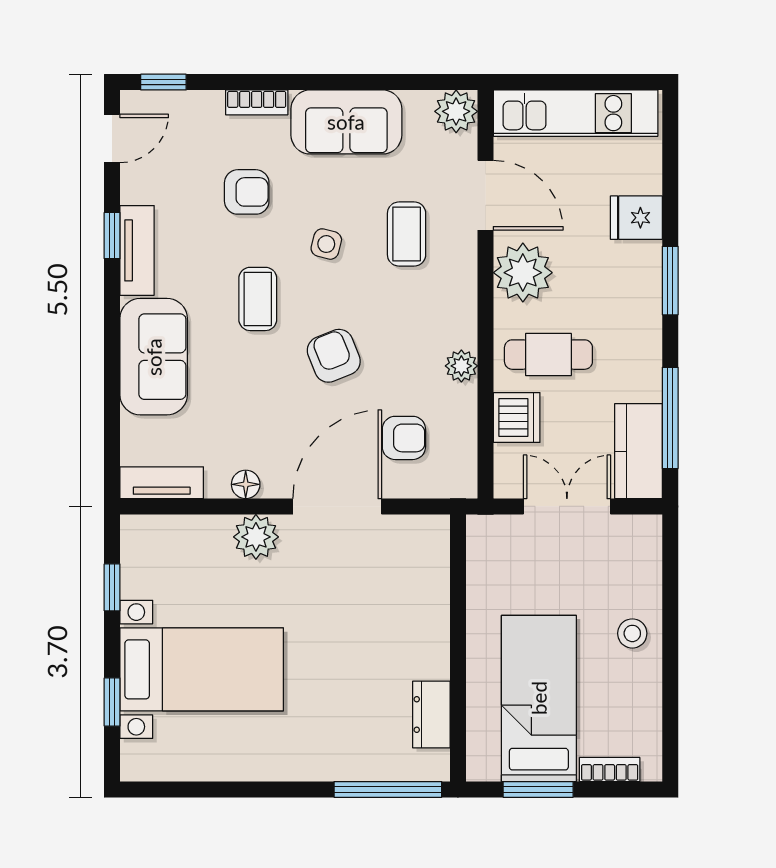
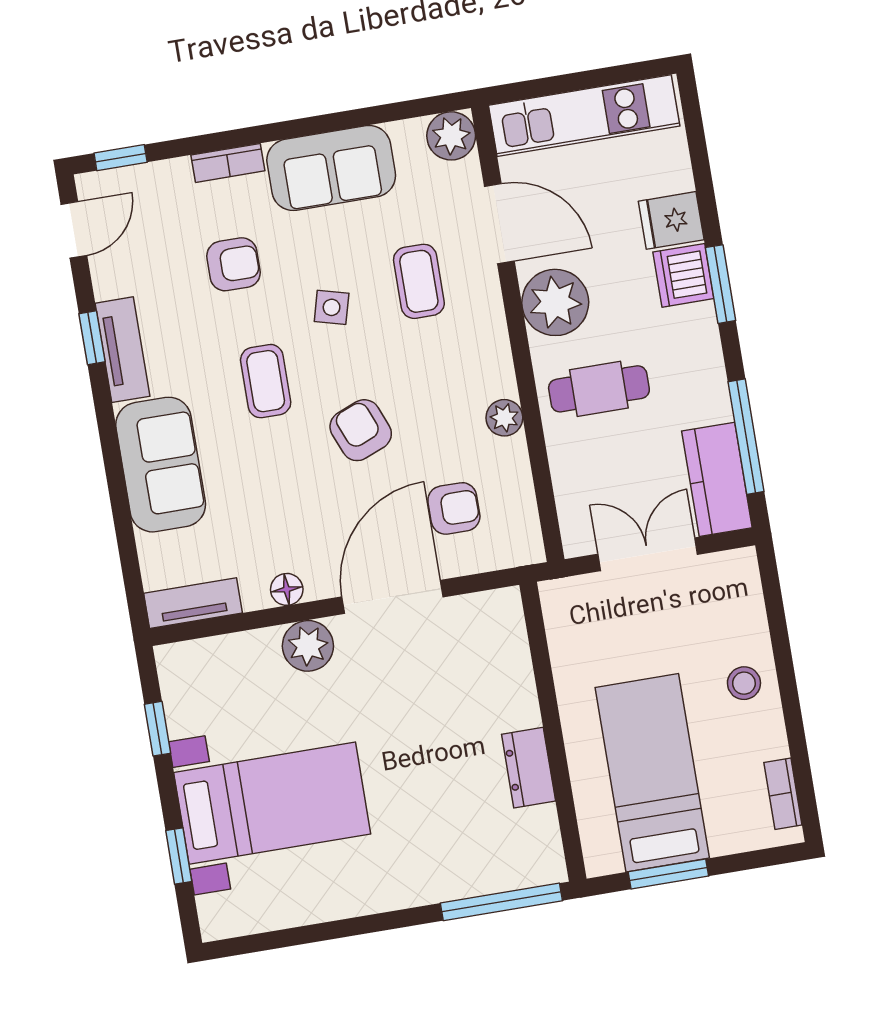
dishwasher: (517, 417) -> (683, 275), moved, turned 180
dresser: (431, 715) -> (529, 768), moved
bookcase: (610, 770) -> (783, 794), moved, turned -90

